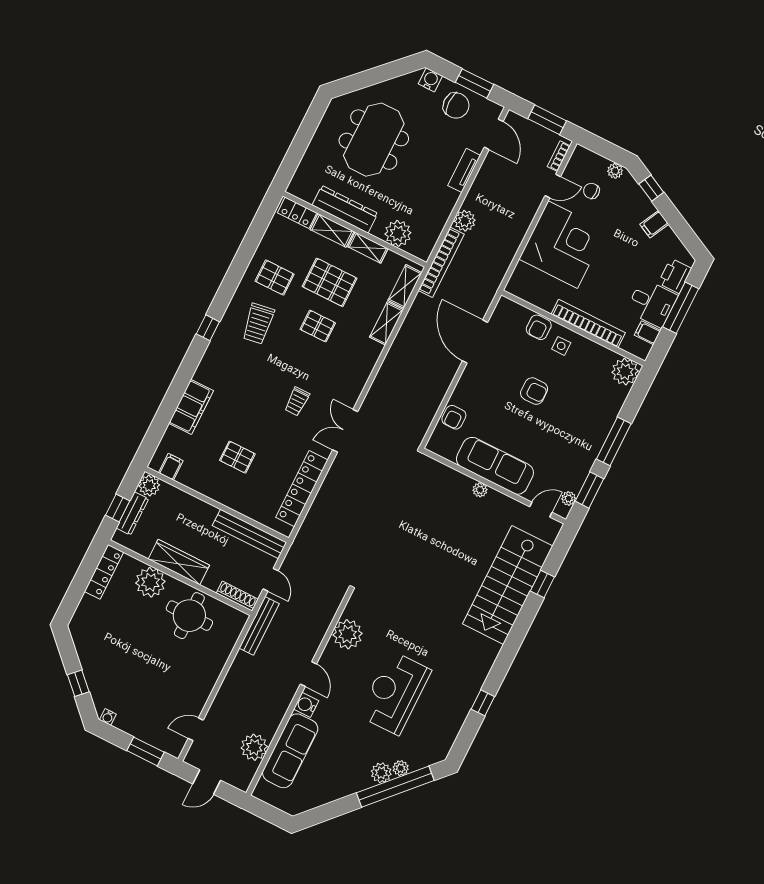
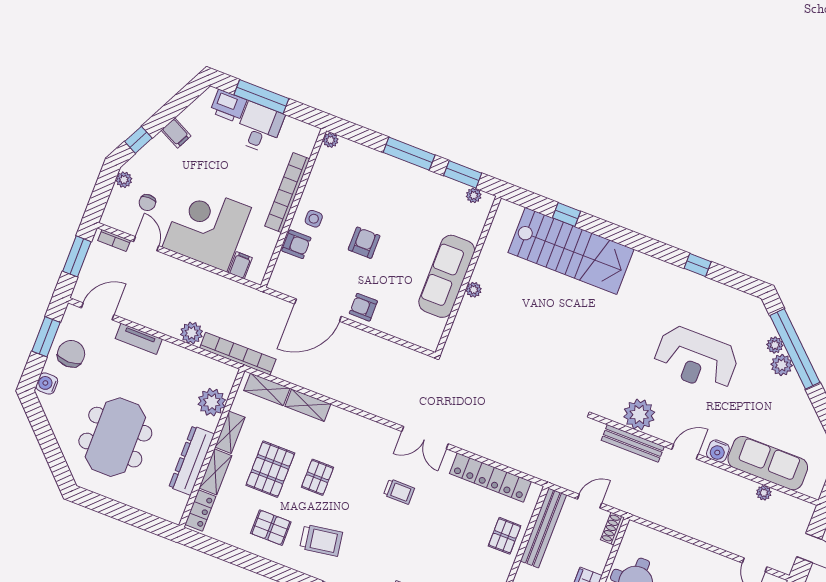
meeting table: (374, 140) -> (115, 437), turned 90
pallet: (275, 278) -> (271, 528), turned 90
filing cabinet: (648, 333) -> (240, 265), moved, turned 180
plant: (625, 372) -> (331, 140), width x0.53, depth x0.53
armchair: (454, 417) -> (363, 307), moved, turned 180
pallet: (237, 457) -> (505, 536), moved
door: (541, 510) -> (488, 224), removed
shoe rack: (237, 596) -> (613, 529), width x0.70
bench: (259, 626) -> (633, 443), moved
plant: (254, 747) -> (764, 493), width x0.53, depth x0.53

